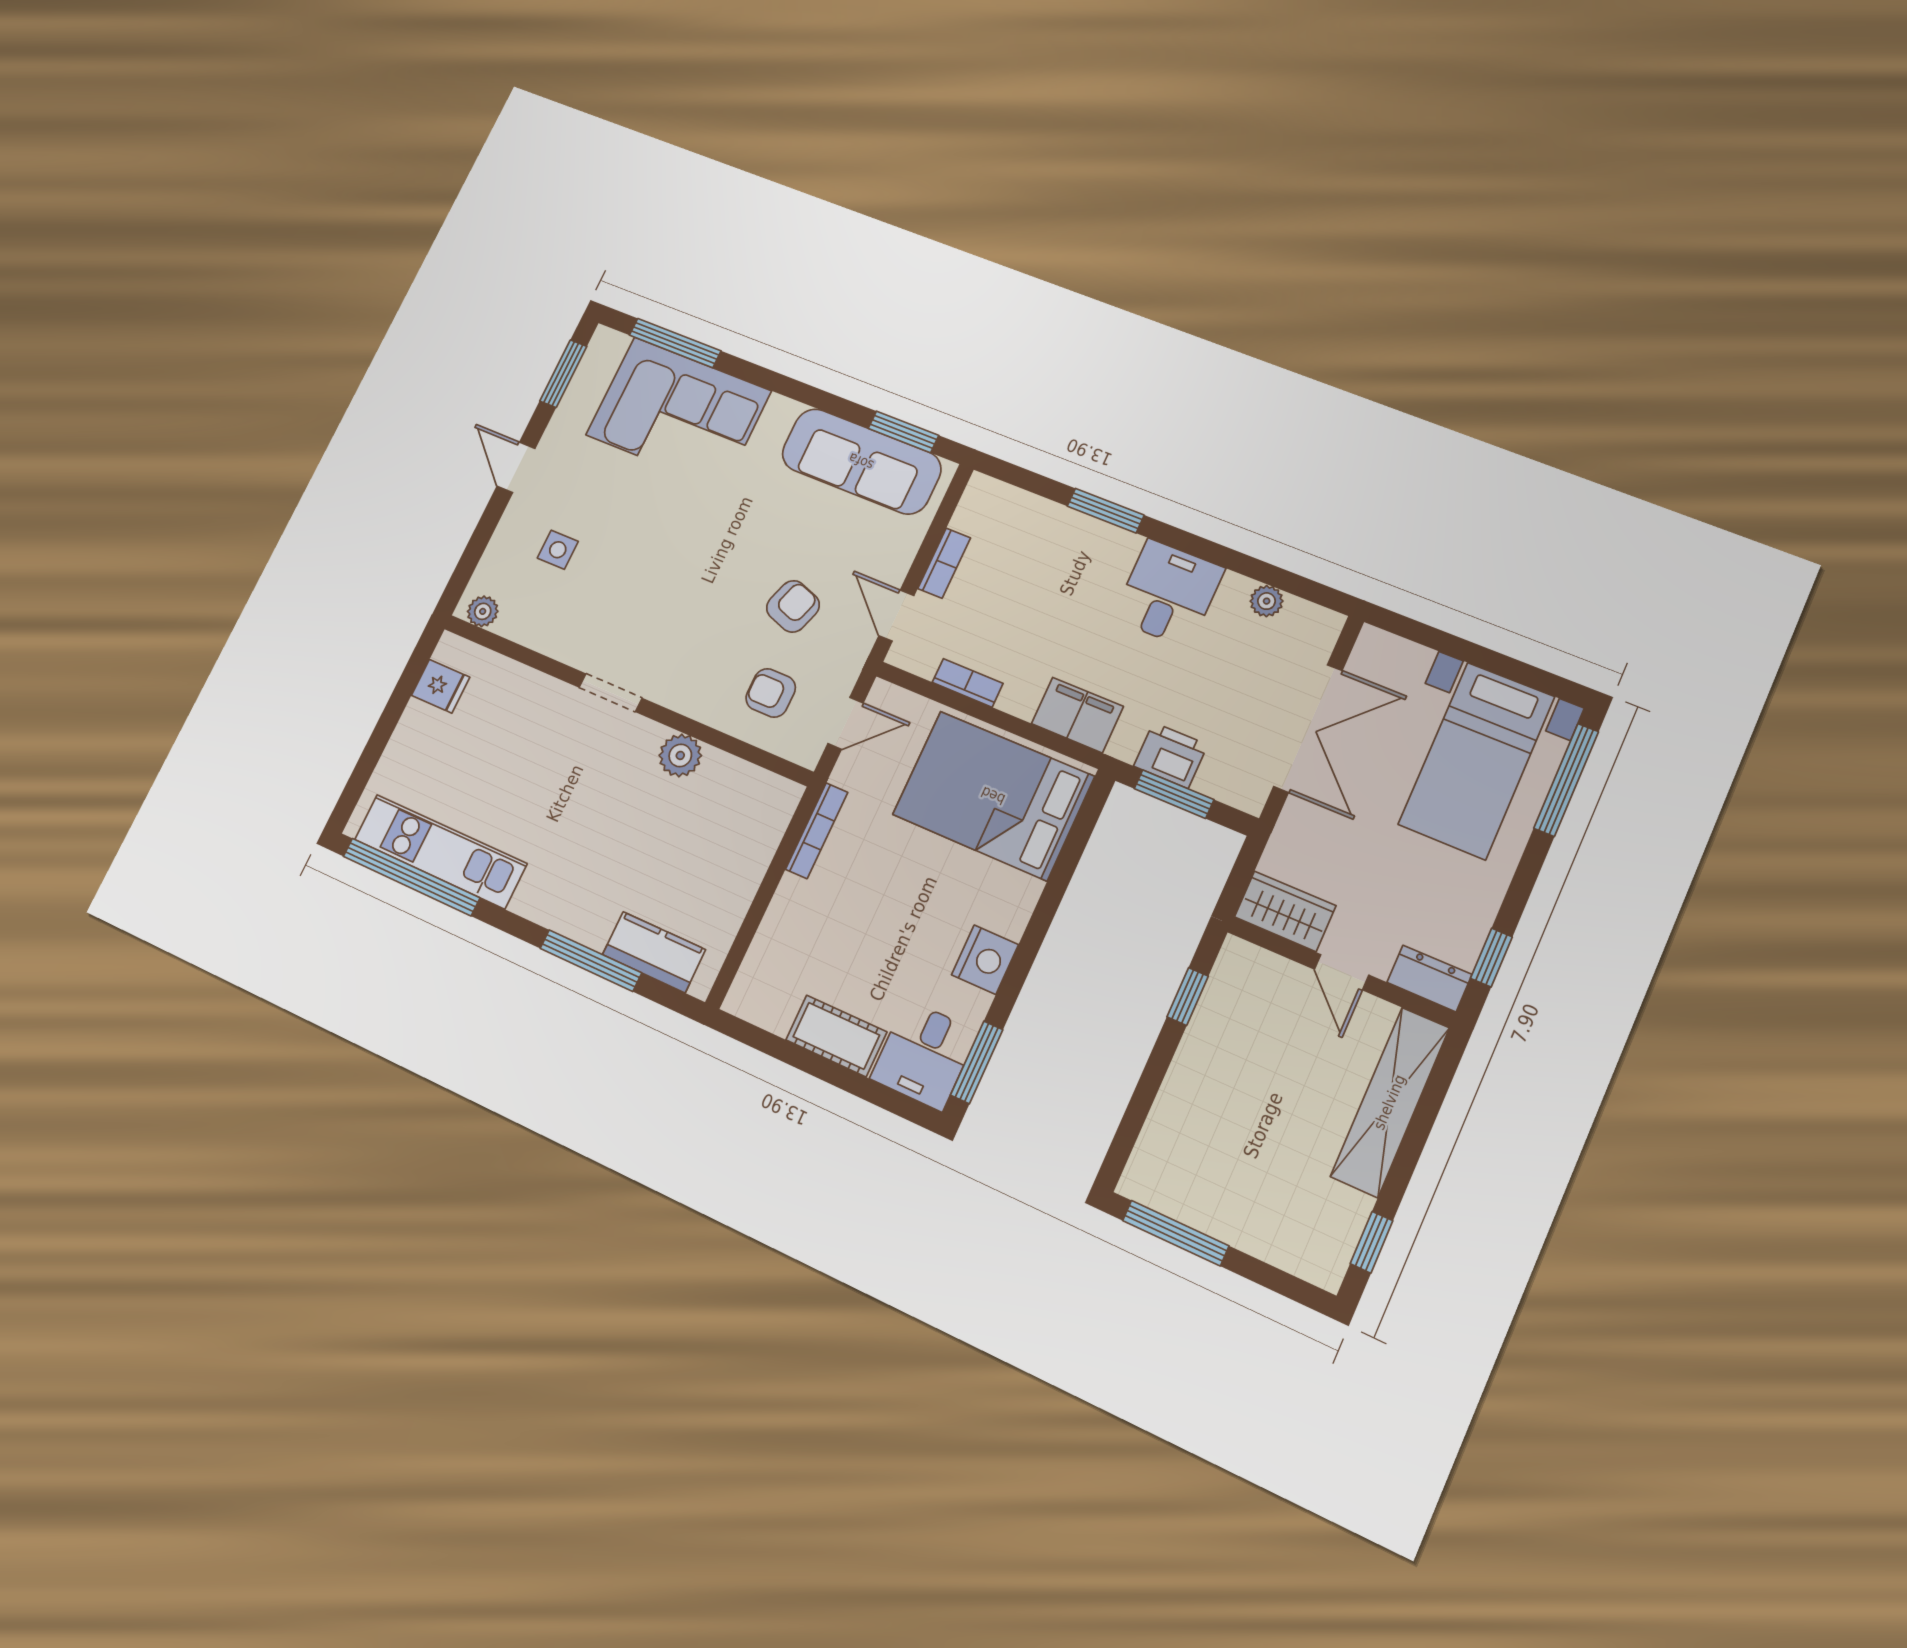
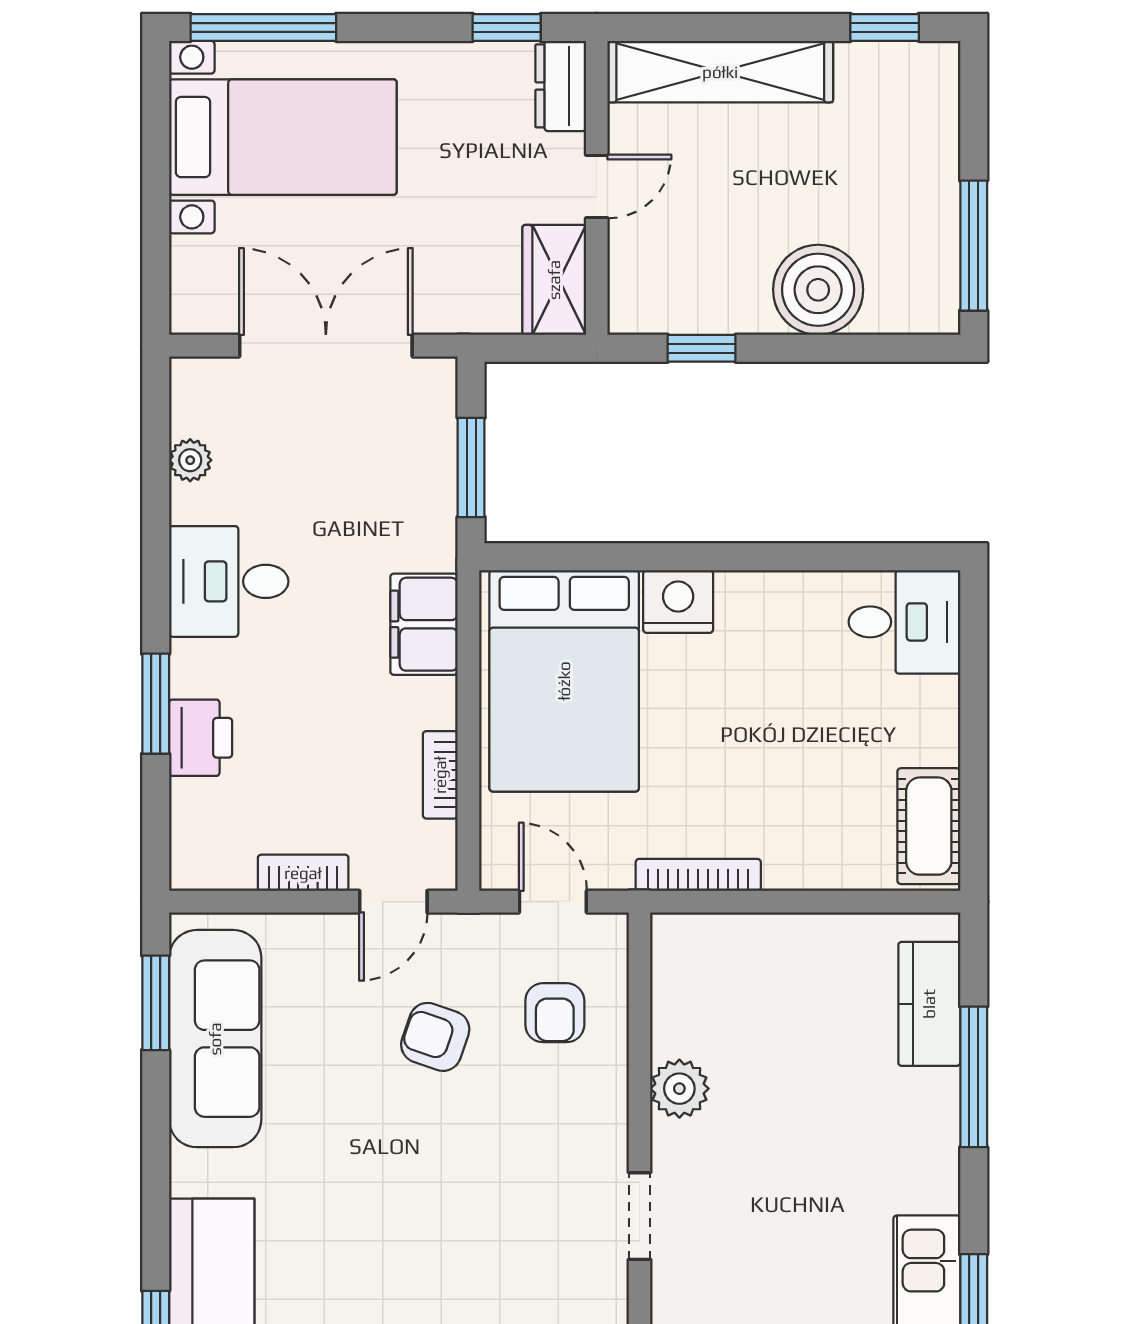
printer: (1171, 755) -> (201, 738), moved, turned 180
nightstand: (985, 960) -> (678, 602), moved
cot: (836, 1036) -> (929, 826), moved
window: (977, 1062) -> (885, 557), removed
boiler: (1193, 1101) -> (818, 290), added

